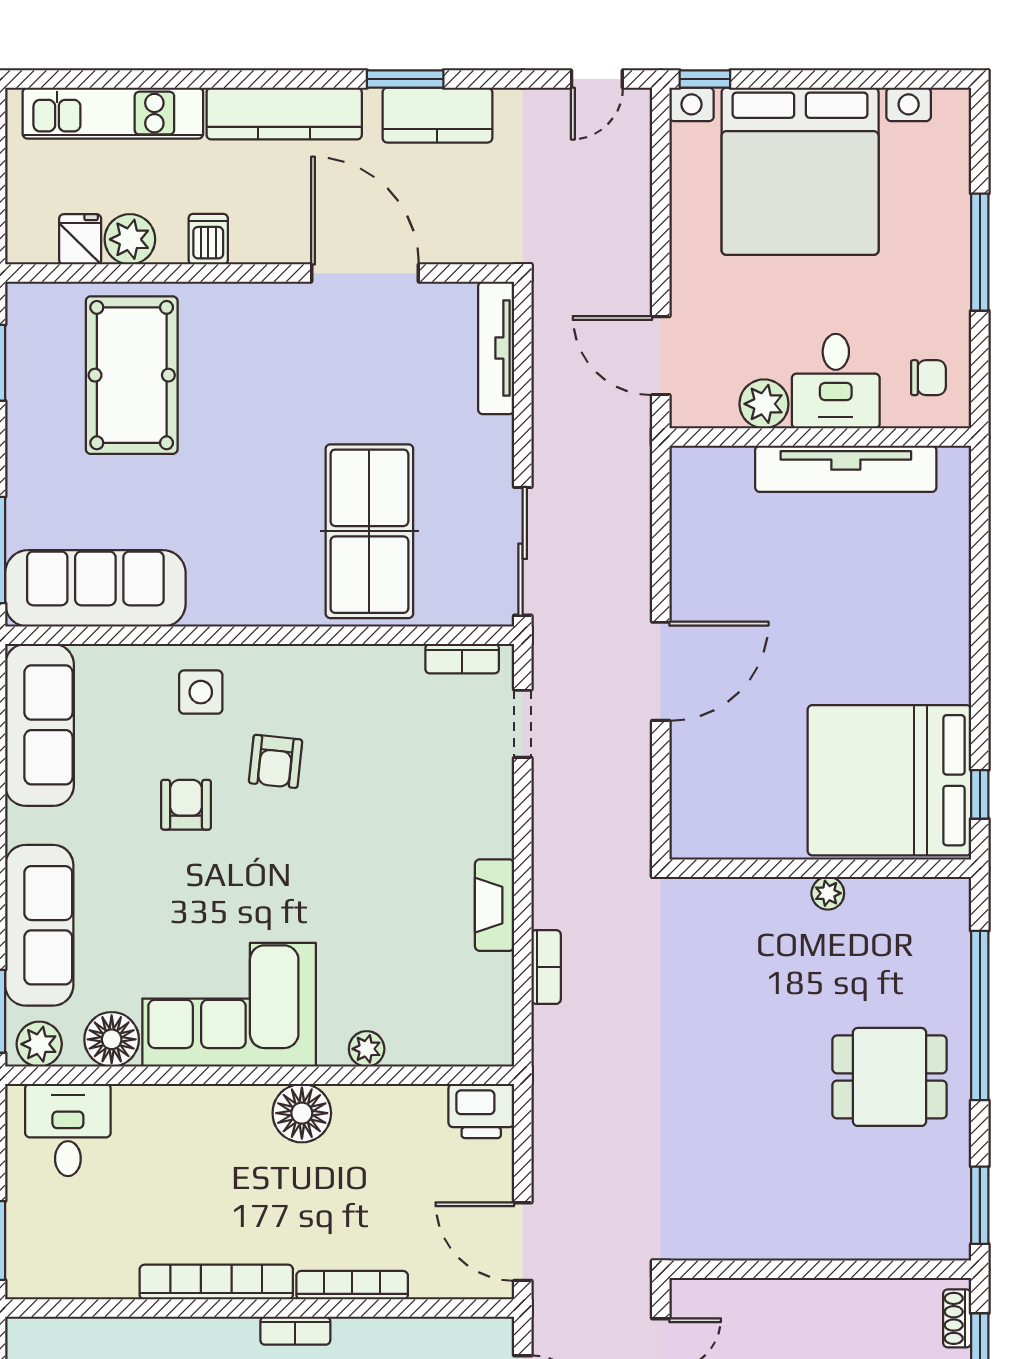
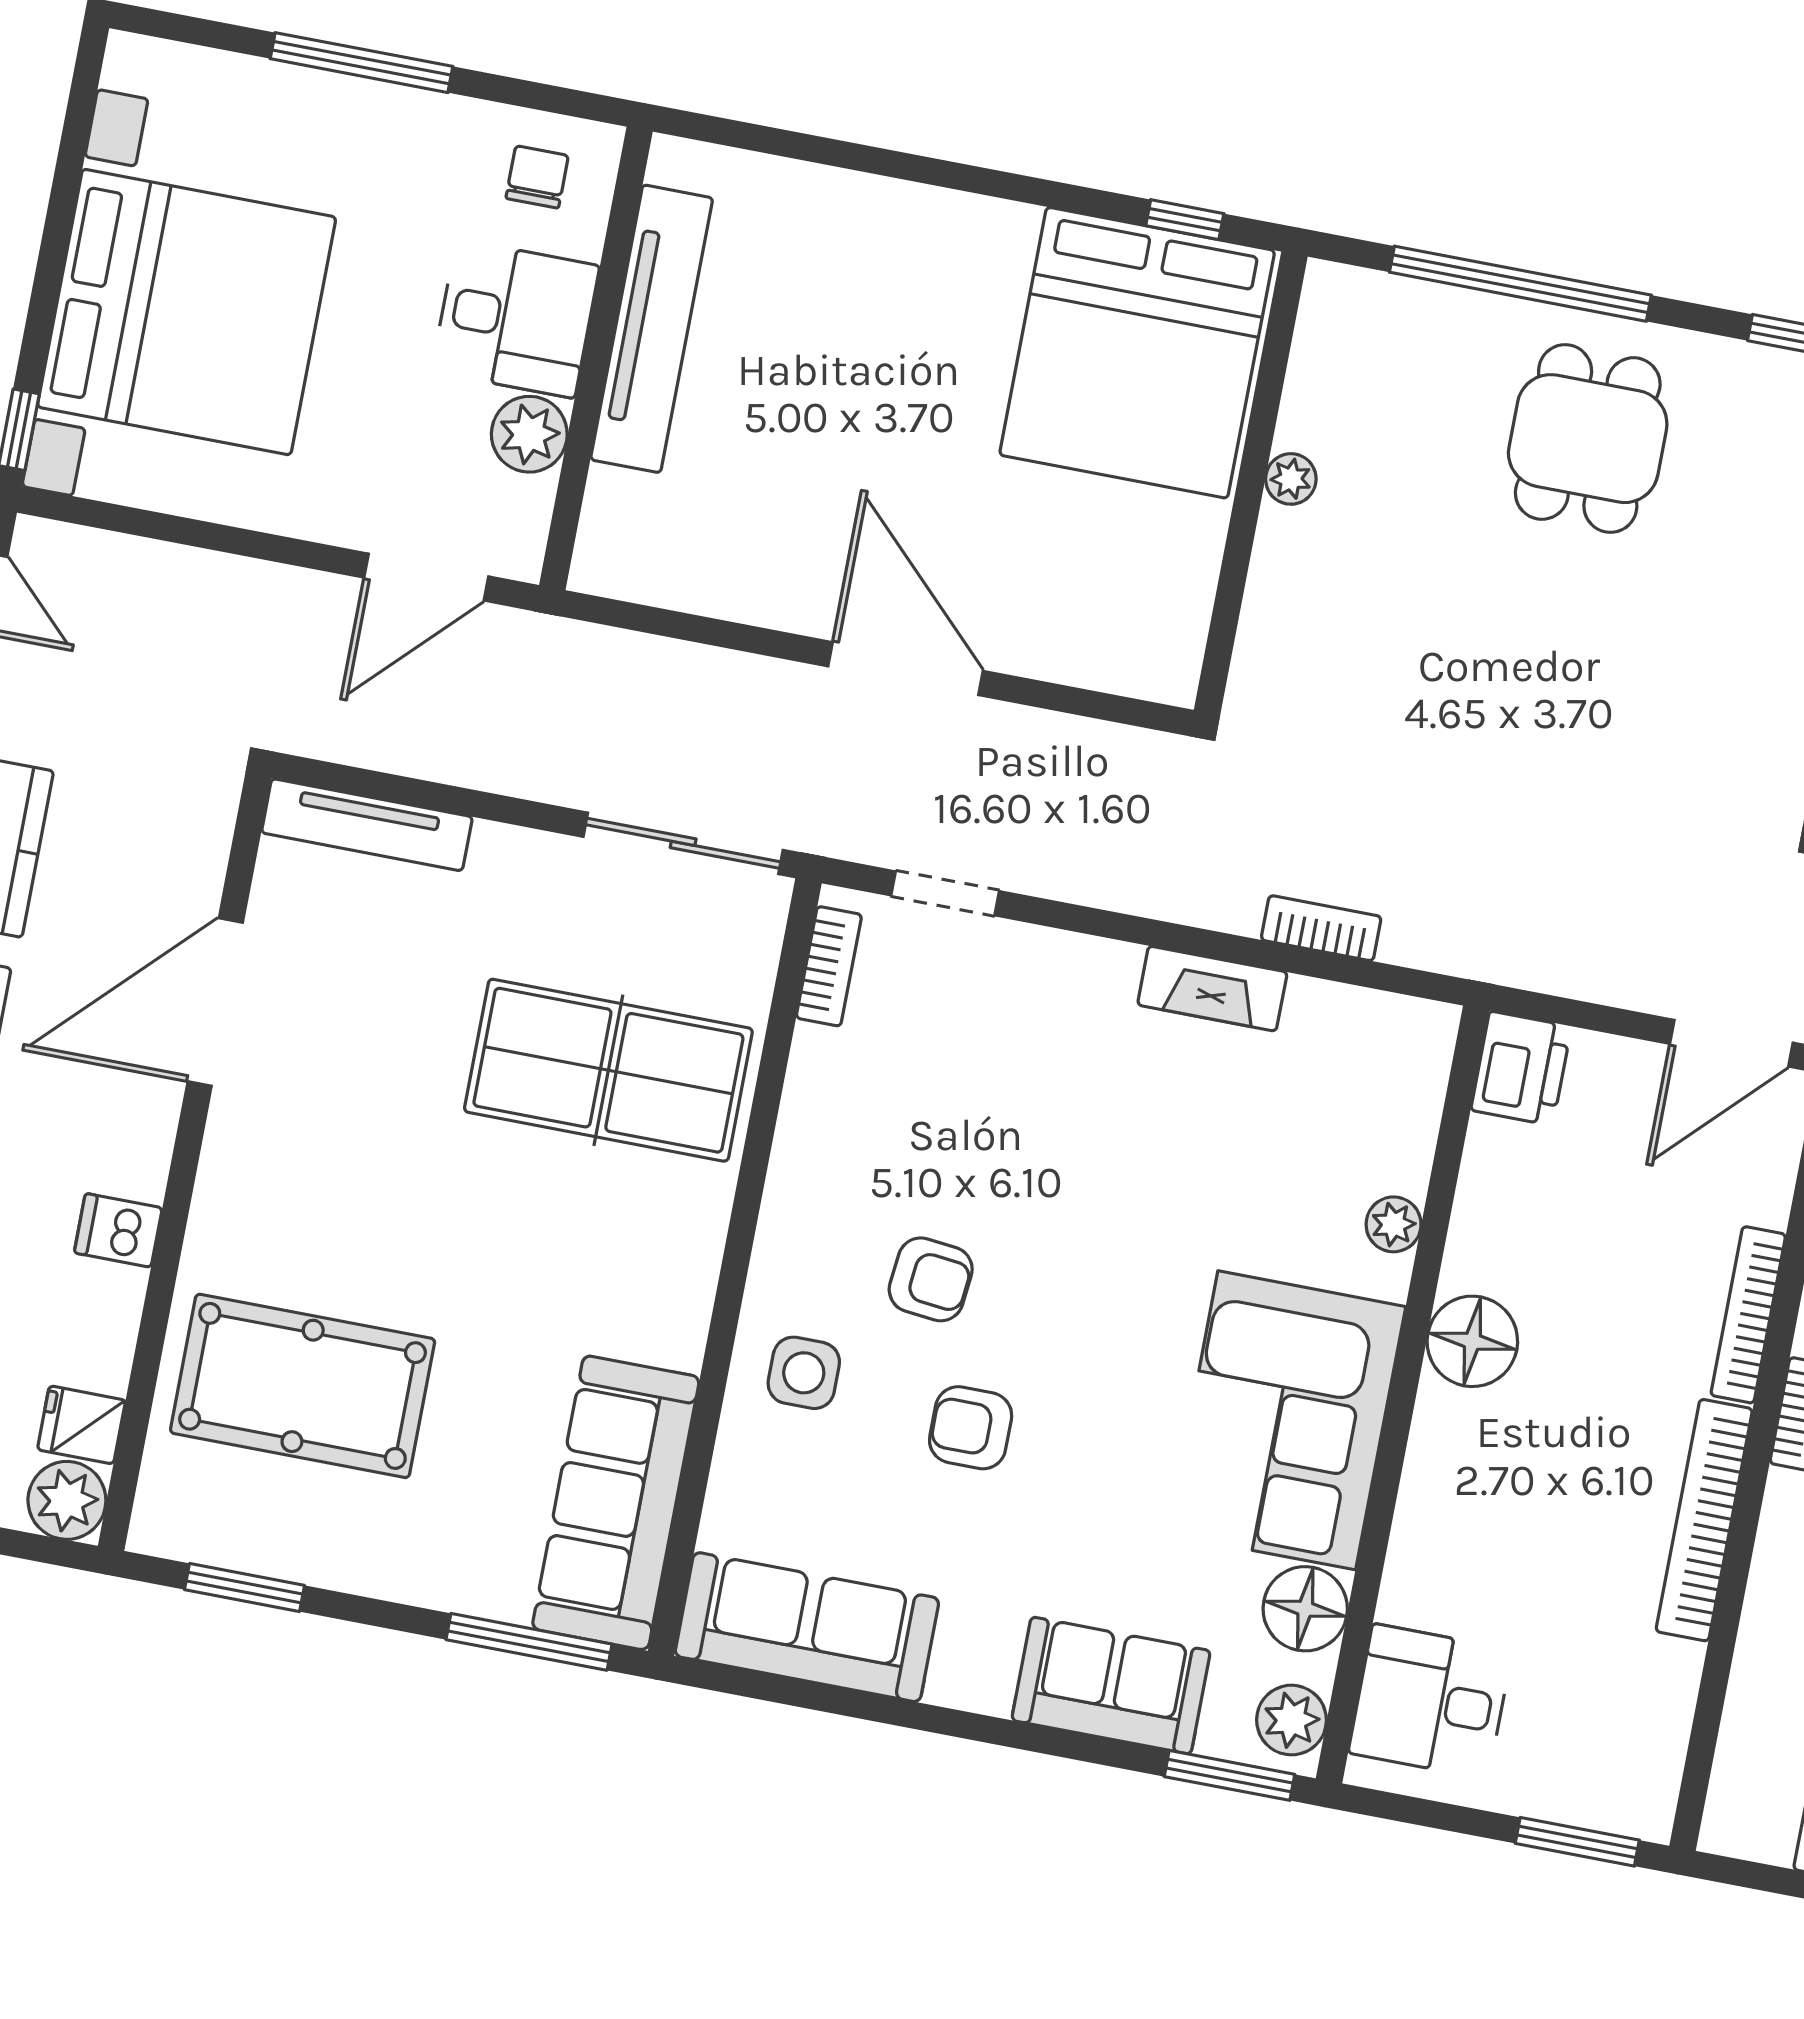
plant: (130, 239) -> (67, 1500), moved
sofa: (39, 925) -> (1111, 1685), width x0.73

